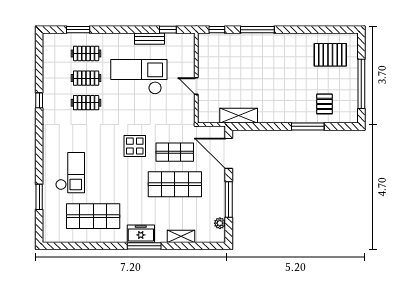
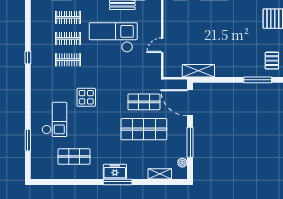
door: (196, 86) -> (162, 45), hinge flipped
display table: (135, 146) -> (86, 97), moved
shop shelf: (93, 216) -> (74, 157), width x0.70, depth x0.74
shelving: (181, 236) -> (160, 174), moved

